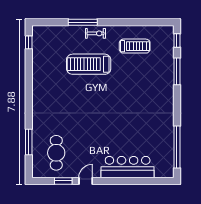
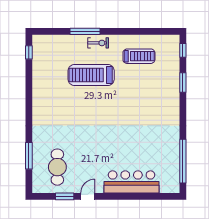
window: (177, 71) -> (183, 82), width x0.69

